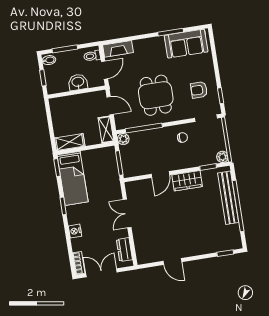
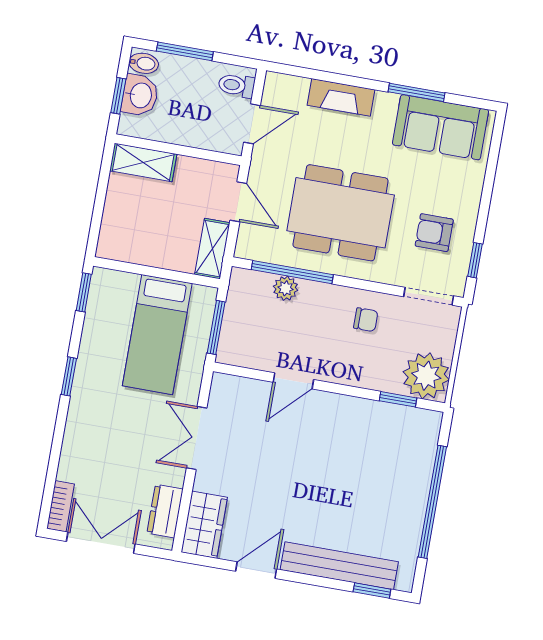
fireplace: (118, 49) -> (341, 97), moved
washbasin: (78, 82) -> (140, 95), moved, turned 90
dining table: (156, 95) -> (341, 213), width x1.38
plant: (123, 139) -> (286, 288), moved
shelving: (70, 142) -> (143, 162), moved
plant: (222, 157) -> (426, 376), width x1.87, depth x1.87
bed: (73, 178) -> (157, 335), moved
wardrobe: (187, 181) -> (204, 525), moved, turned -90
bench: (228, 198) -> (339, 566), moved, turned 90
nightstand: (75, 231) -> (76, 437), removed
door: (172, 262) -> (256, 570), swing flipped

